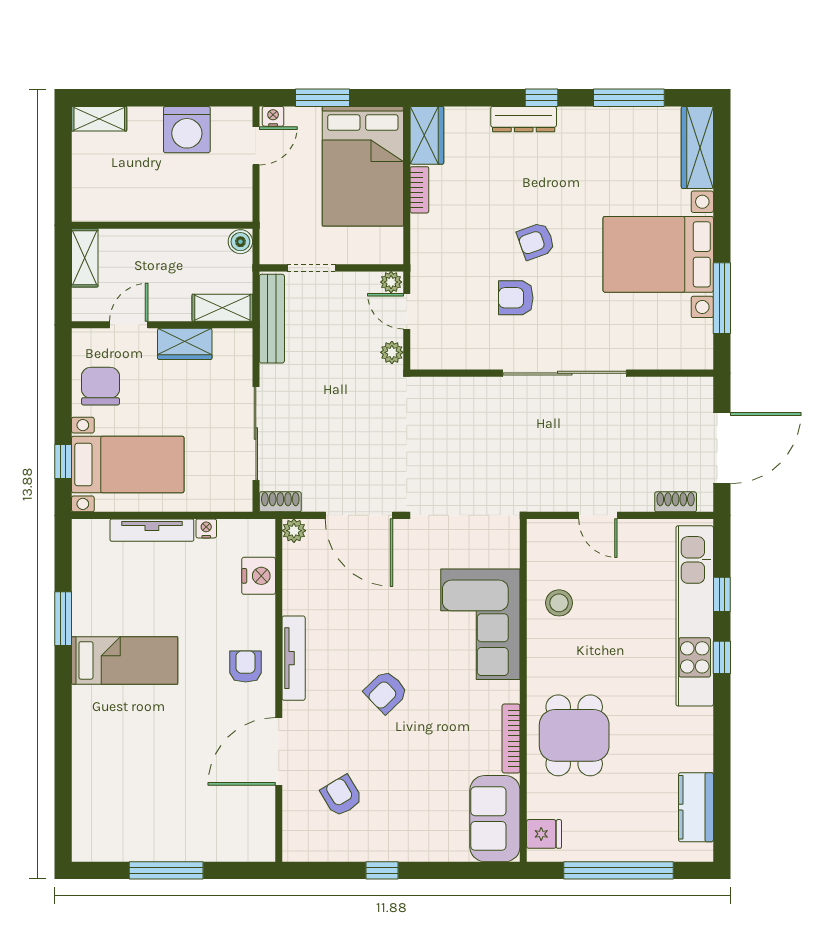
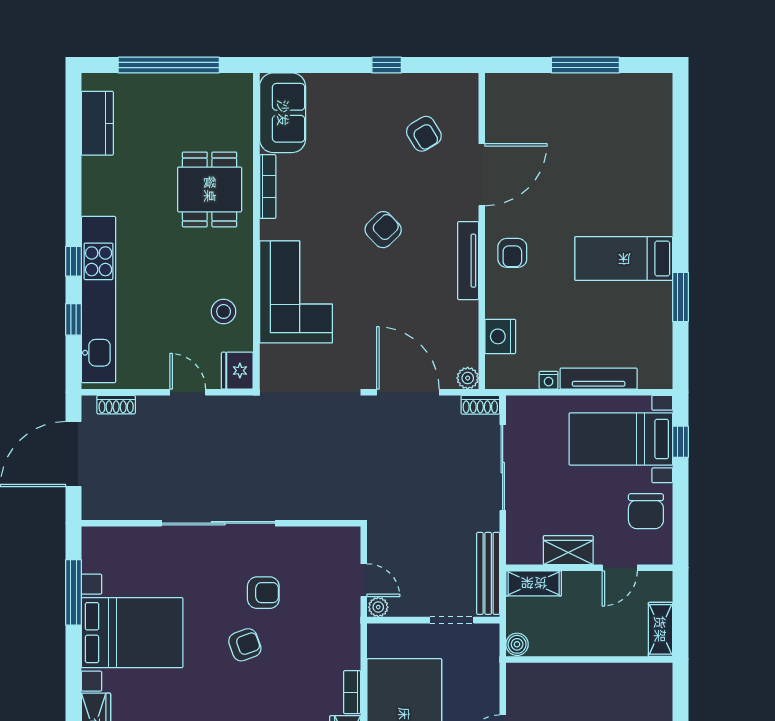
plant: (392, 352) -> (378, 542), removed
fridge: (544, 834) -> (237, 371), moved, width x1.38

